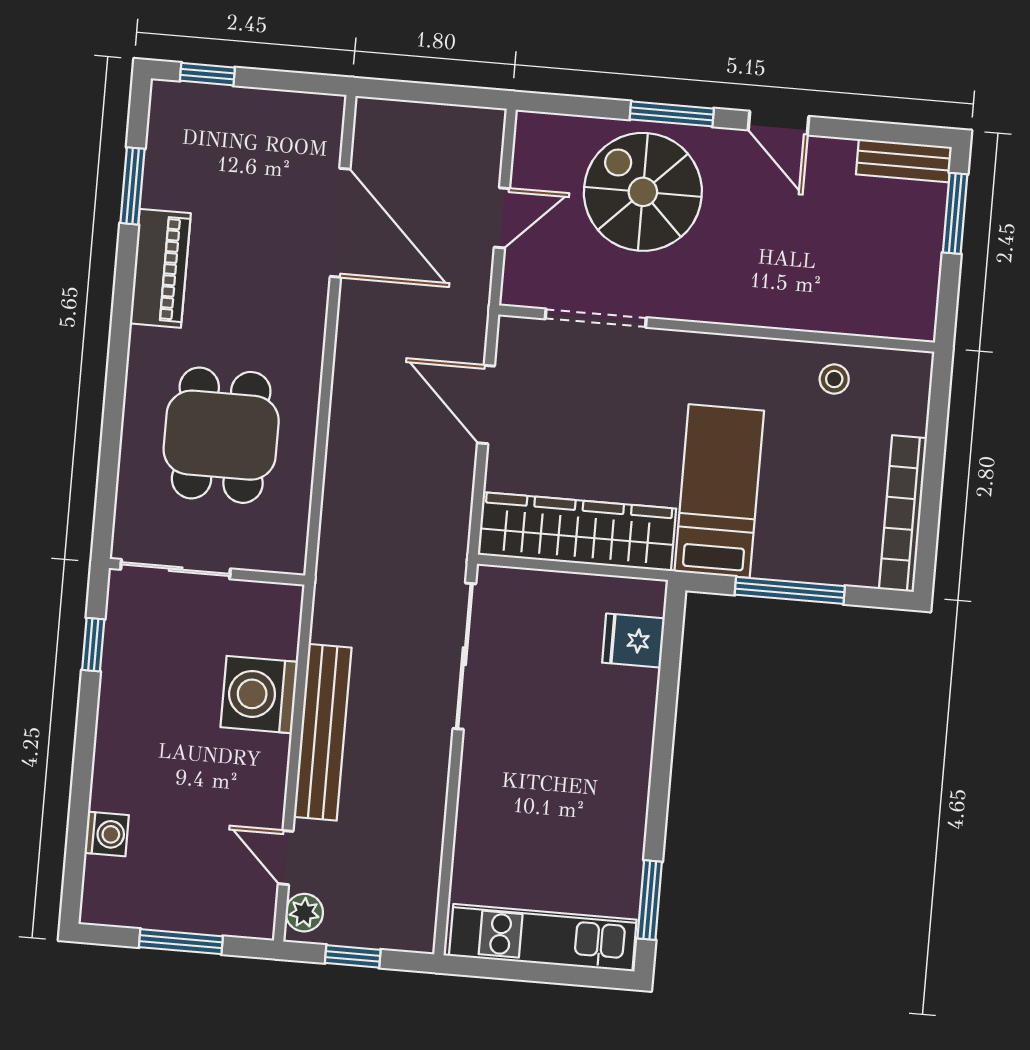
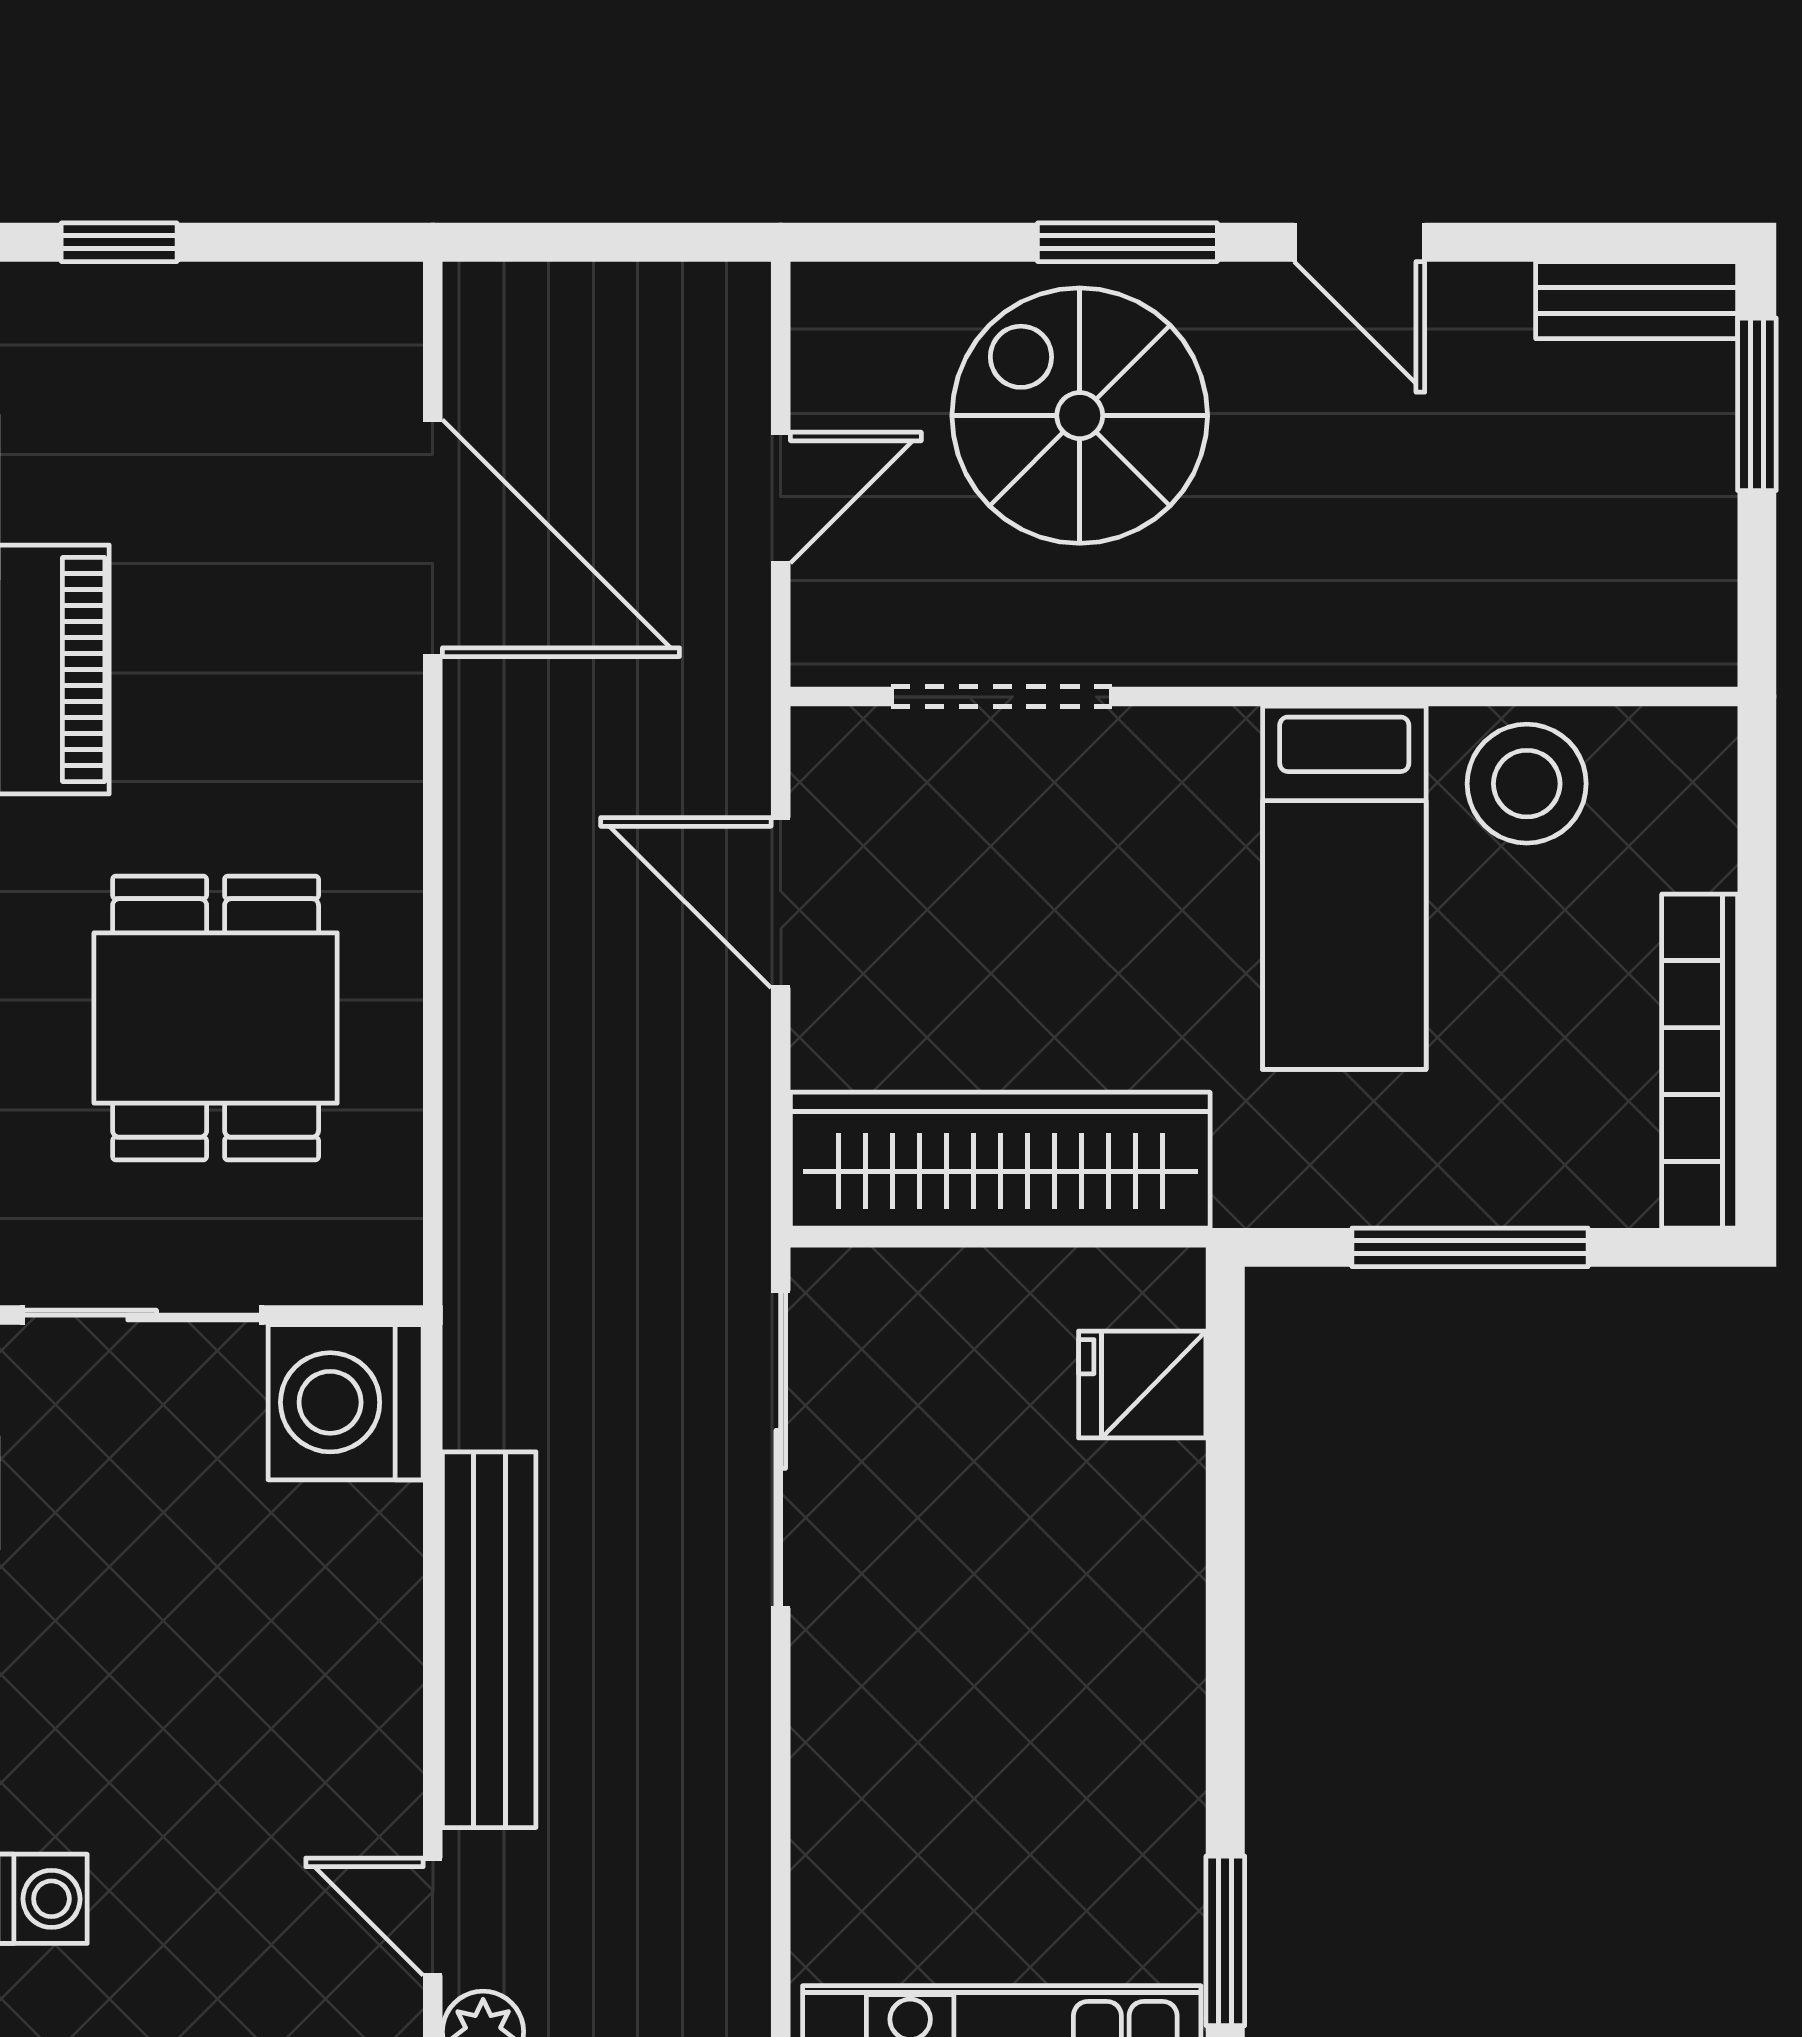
stool: (834, 379) -> (1527, 784), width x1.89, depth x1.89
bed: (719, 491) -> (1344, 888), moved, turned 180
washing machine: (259, 695) -> (346, 1402), moved

